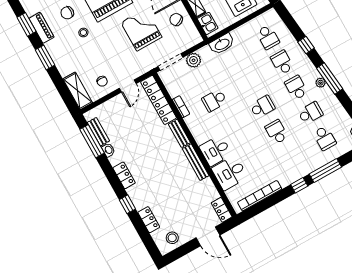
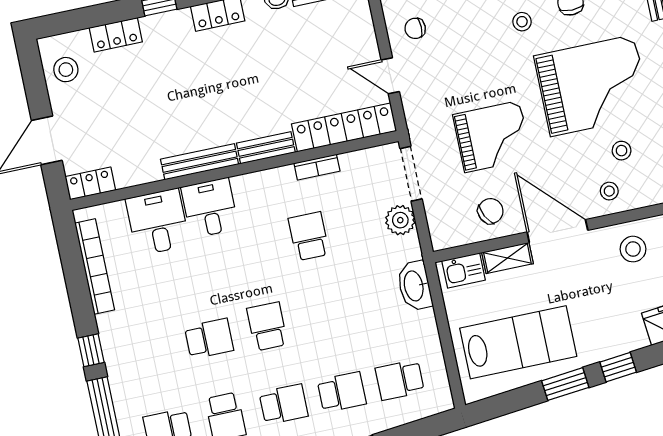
school desk: (262, 107) -> (267, 326), turned 180

